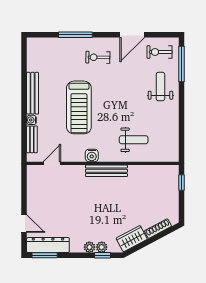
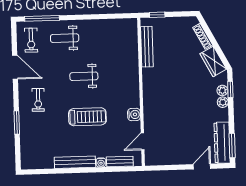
window: (75, 35) -> (17, 122), width x0.69
treadmill: (79, 107) -> (87, 117), width x0.73, depth x0.73
weight bench: (134, 140) -> (84, 76), moved, turned -90
water cooler: (92, 155) -> (134, 114), moved
door: (52, 163) -> (143, 141), hinge flipped
bench: (106, 171) -> (147, 47), moved

